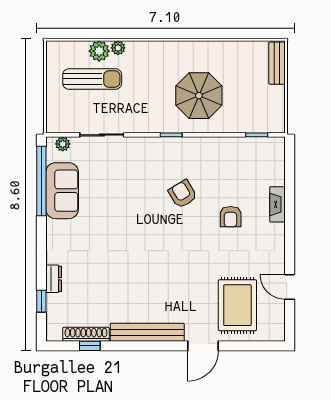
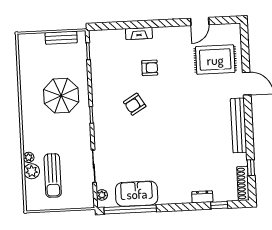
bench: (277, 63) -> (61, 38), moved
sun lounger: (92, 79) -> (53, 175), turned 180
shoe rack: (86, 334) -> (243, 183), moved

